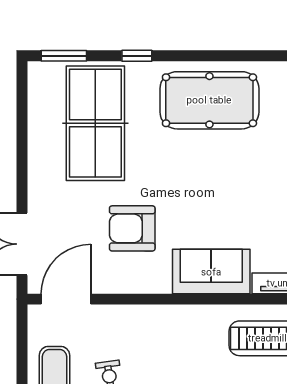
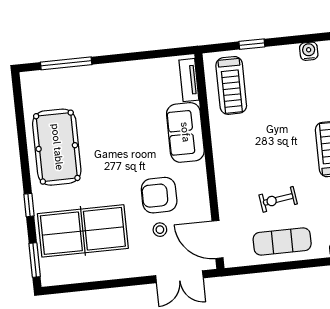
stool: (87, 225) -> (160, 230), added
armchair: (132, 228) -> (159, 195), turned 90

